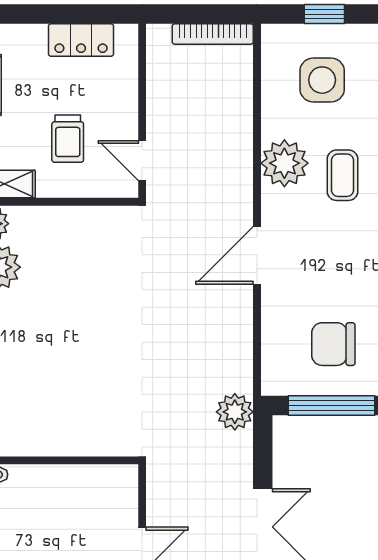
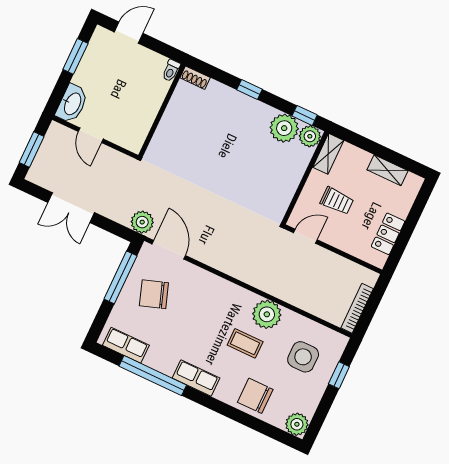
trolley: (68, 139) -> (337, 201), turned 180
door: (257, 255) -> (169, 250), moved
chair: (333, 344) -> (154, 294), turned -109

